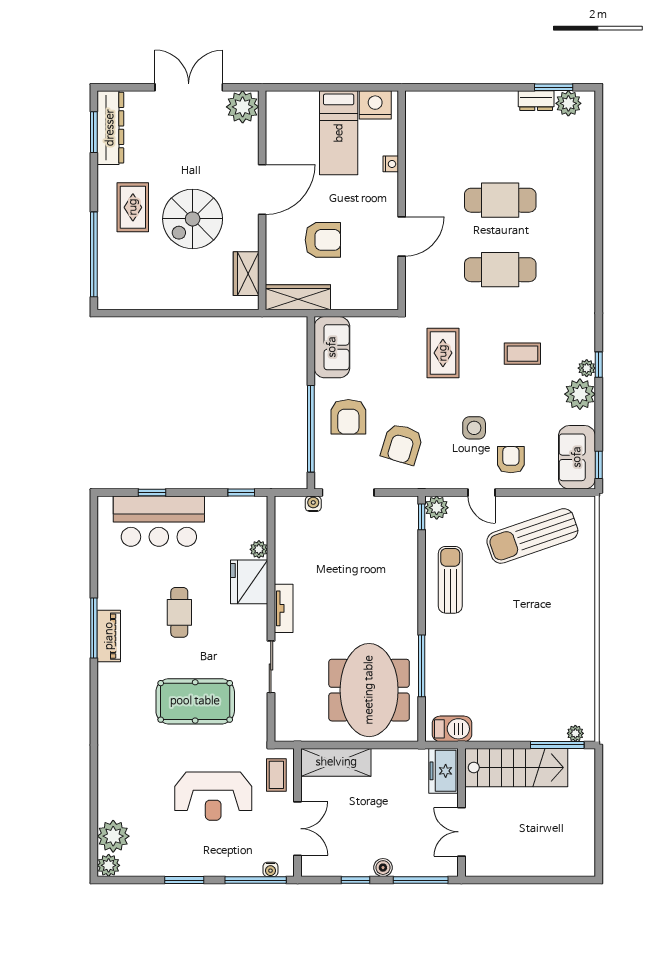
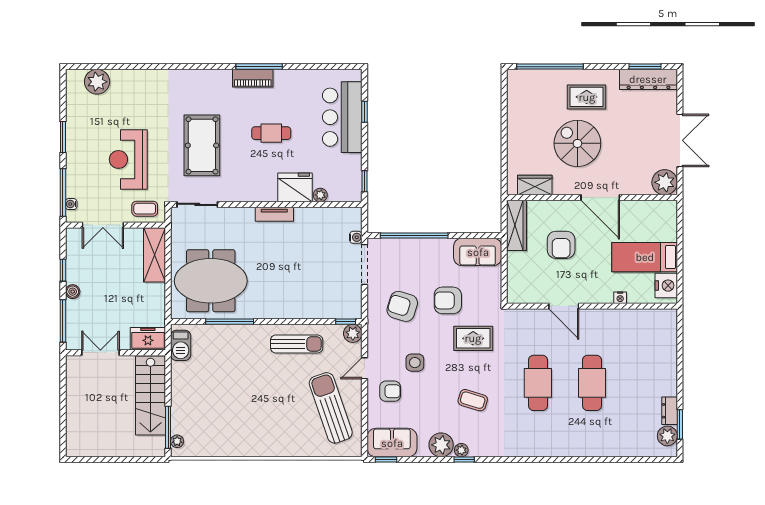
coffee table: (522, 354) -> (473, 400), turned -73
armchair: (348, 417) -> (448, 300), moved
sliding door: (271, 667) -> (197, 204), moved
plant: (109, 865) -> (74, 78), removed

